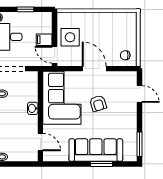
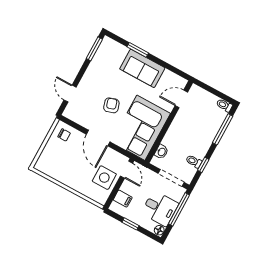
filing cabinet: (44, 40) -> (123, 199), moved
washbasin: (33, 108) -> (161, 152), moved
door: (40, 142) -> (181, 99), hinge flipped
sofa: (96, 150) -> (142, 68), width x0.73

